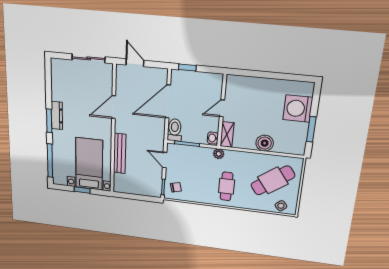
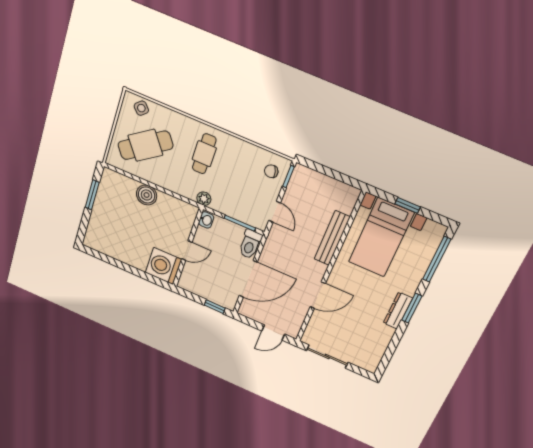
door: (135, 63) -> (273, 333), hinge flipped
washing machine: (298, 109) -> (163, 266), moved, turned 180
shelving: (227, 135) -> (188, 219), removed

